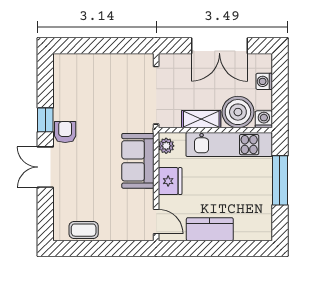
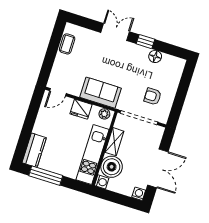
double door: (219, 46) -> (158, 168), swing flipped
washing machine: (264, 81) -> (139, 194), moved
floor lamp: (62, 100) -> (155, 56), added
armchair: (65, 132) -> (153, 96), moved, turned 180
window: (280, 180) -> (46, 176), moved
kitchen counter: (210, 229) -> (34, 150), moved

